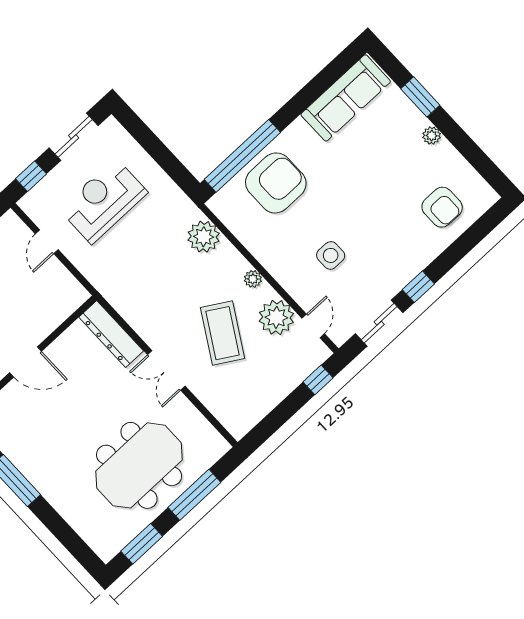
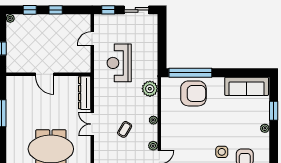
reception desk: (103, 201) -> (119, 63), moved, turned -90
side table: (331, 255) -> (222, 152), moved
plant: (276, 317) -> (153, 146), width x0.53, depth x0.53
coffee table: (223, 333) -> (125, 129), width x0.54, depth x0.58

